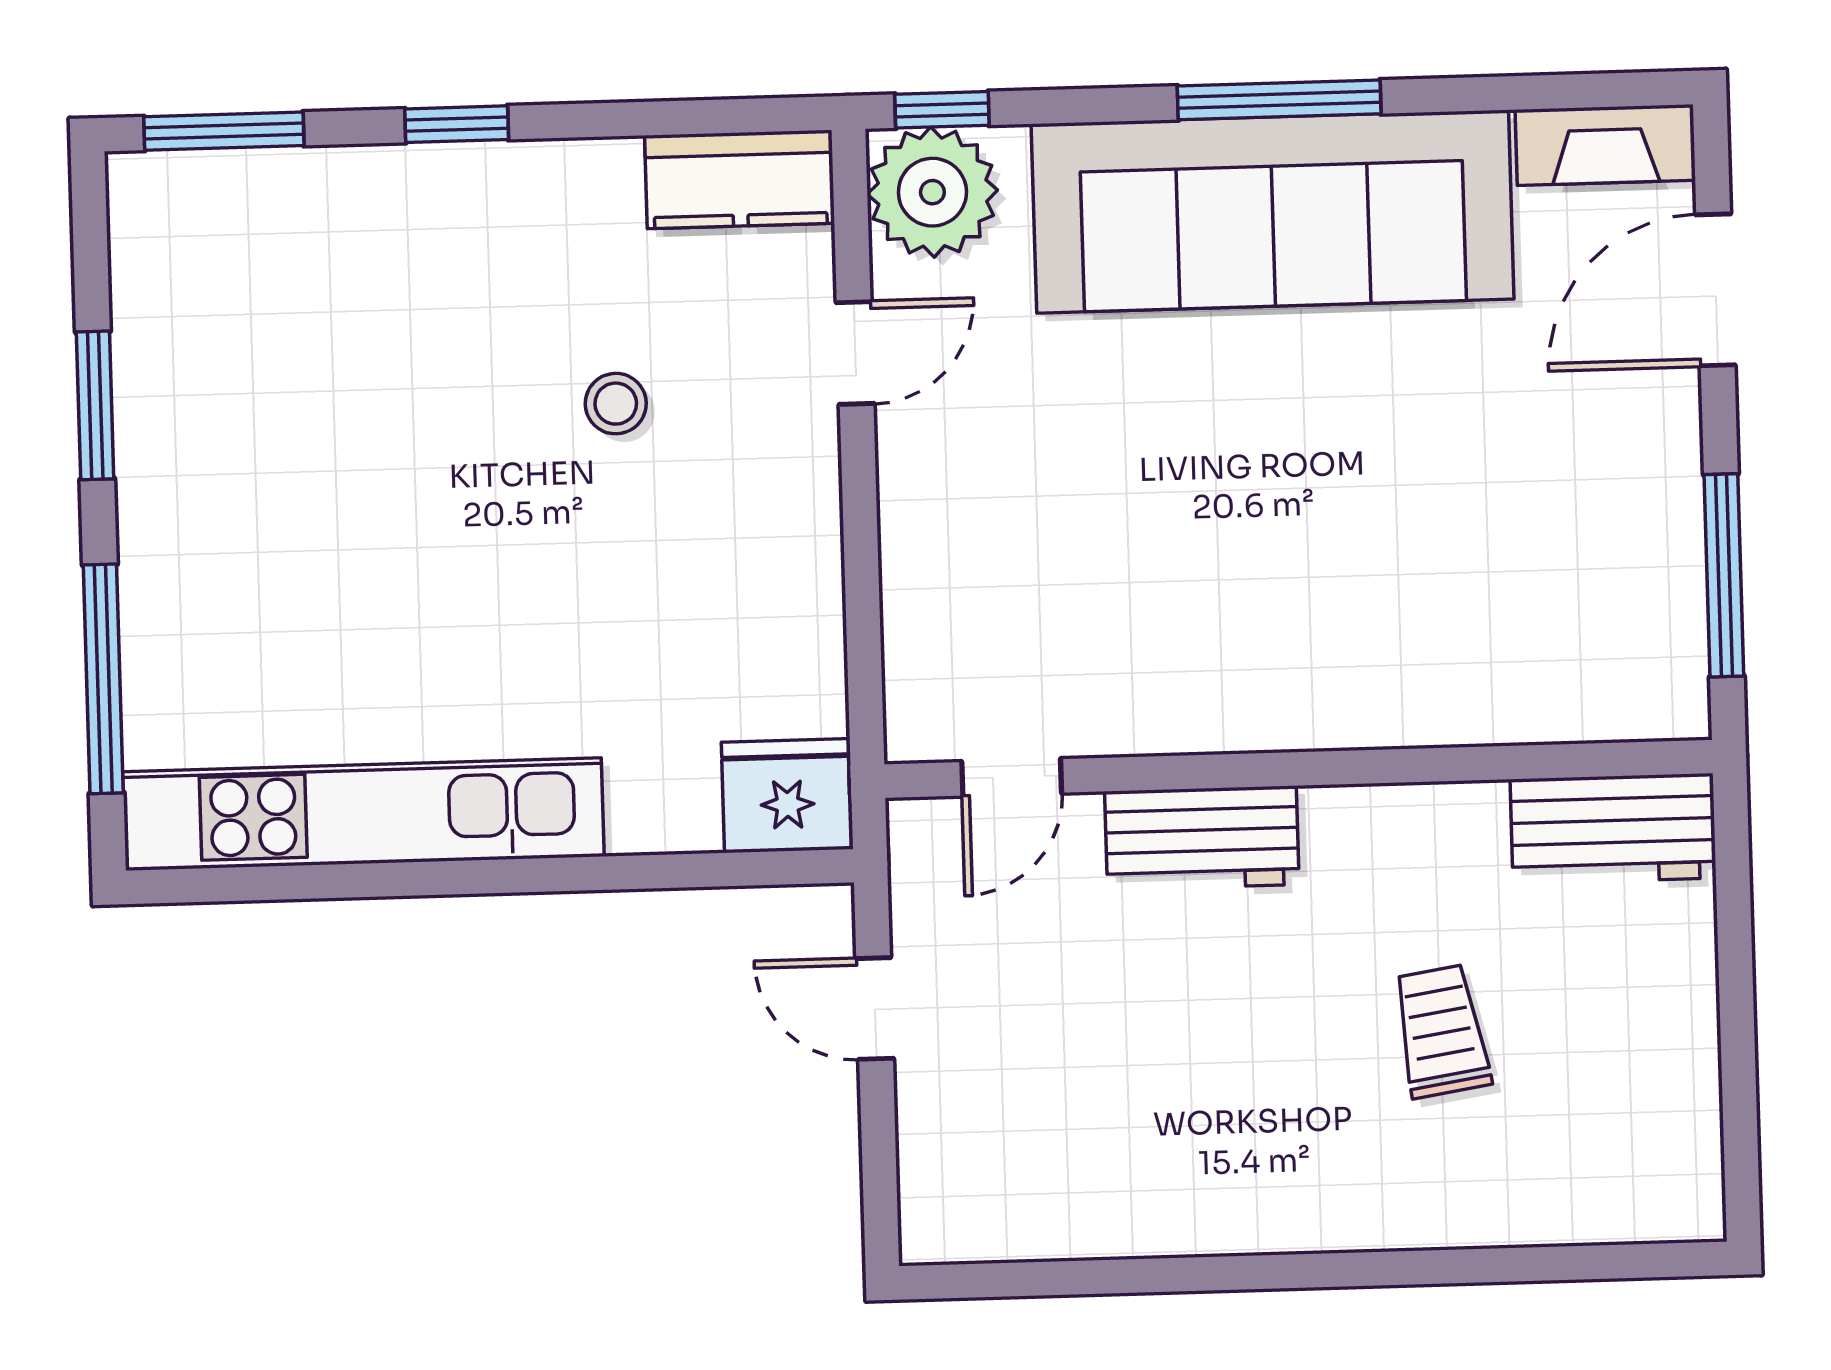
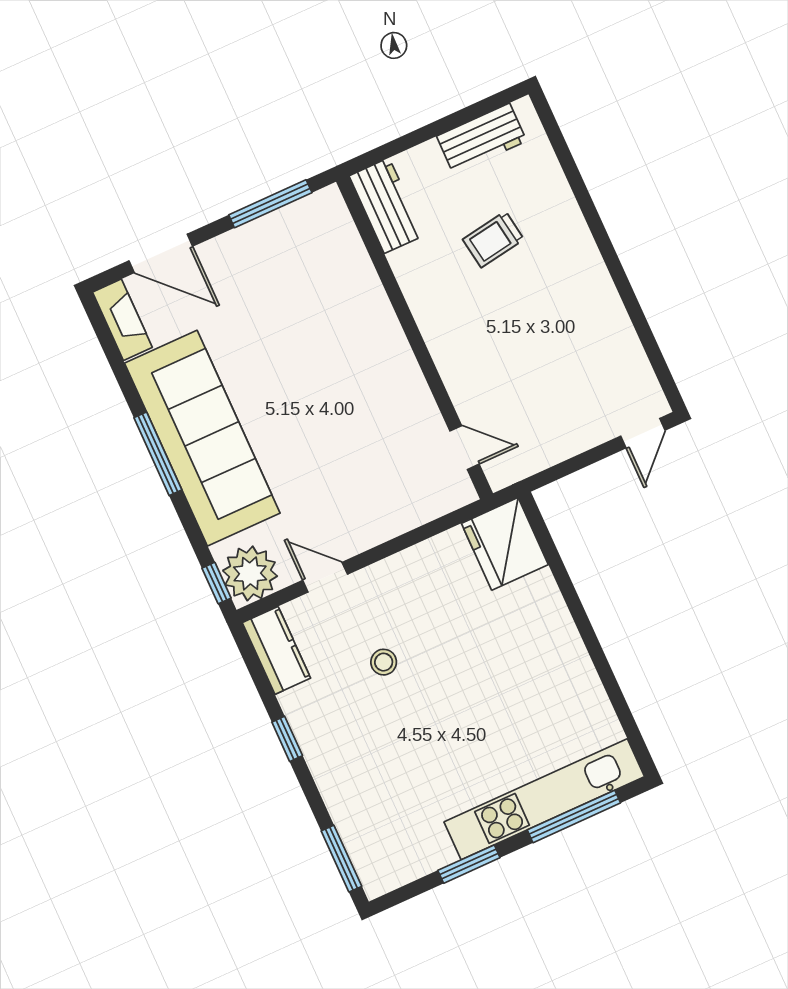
window: (457, 124) -> (287, 739), moved
fridge: (787, 796) -> (505, 544), width x1.36, depth x1.34
kitchen unit: (363, 814) -> (544, 799), moved, turned 90
workbench: (1202, 838) -> (482, 139), moved, turned 90
door: (875, 1008) -> (643, 433), moved

